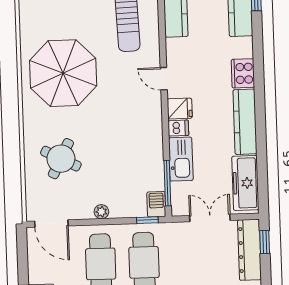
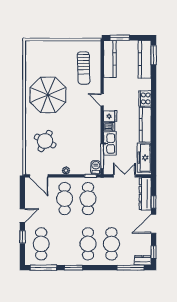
window: (265, 242) -> (154, 202), moved

